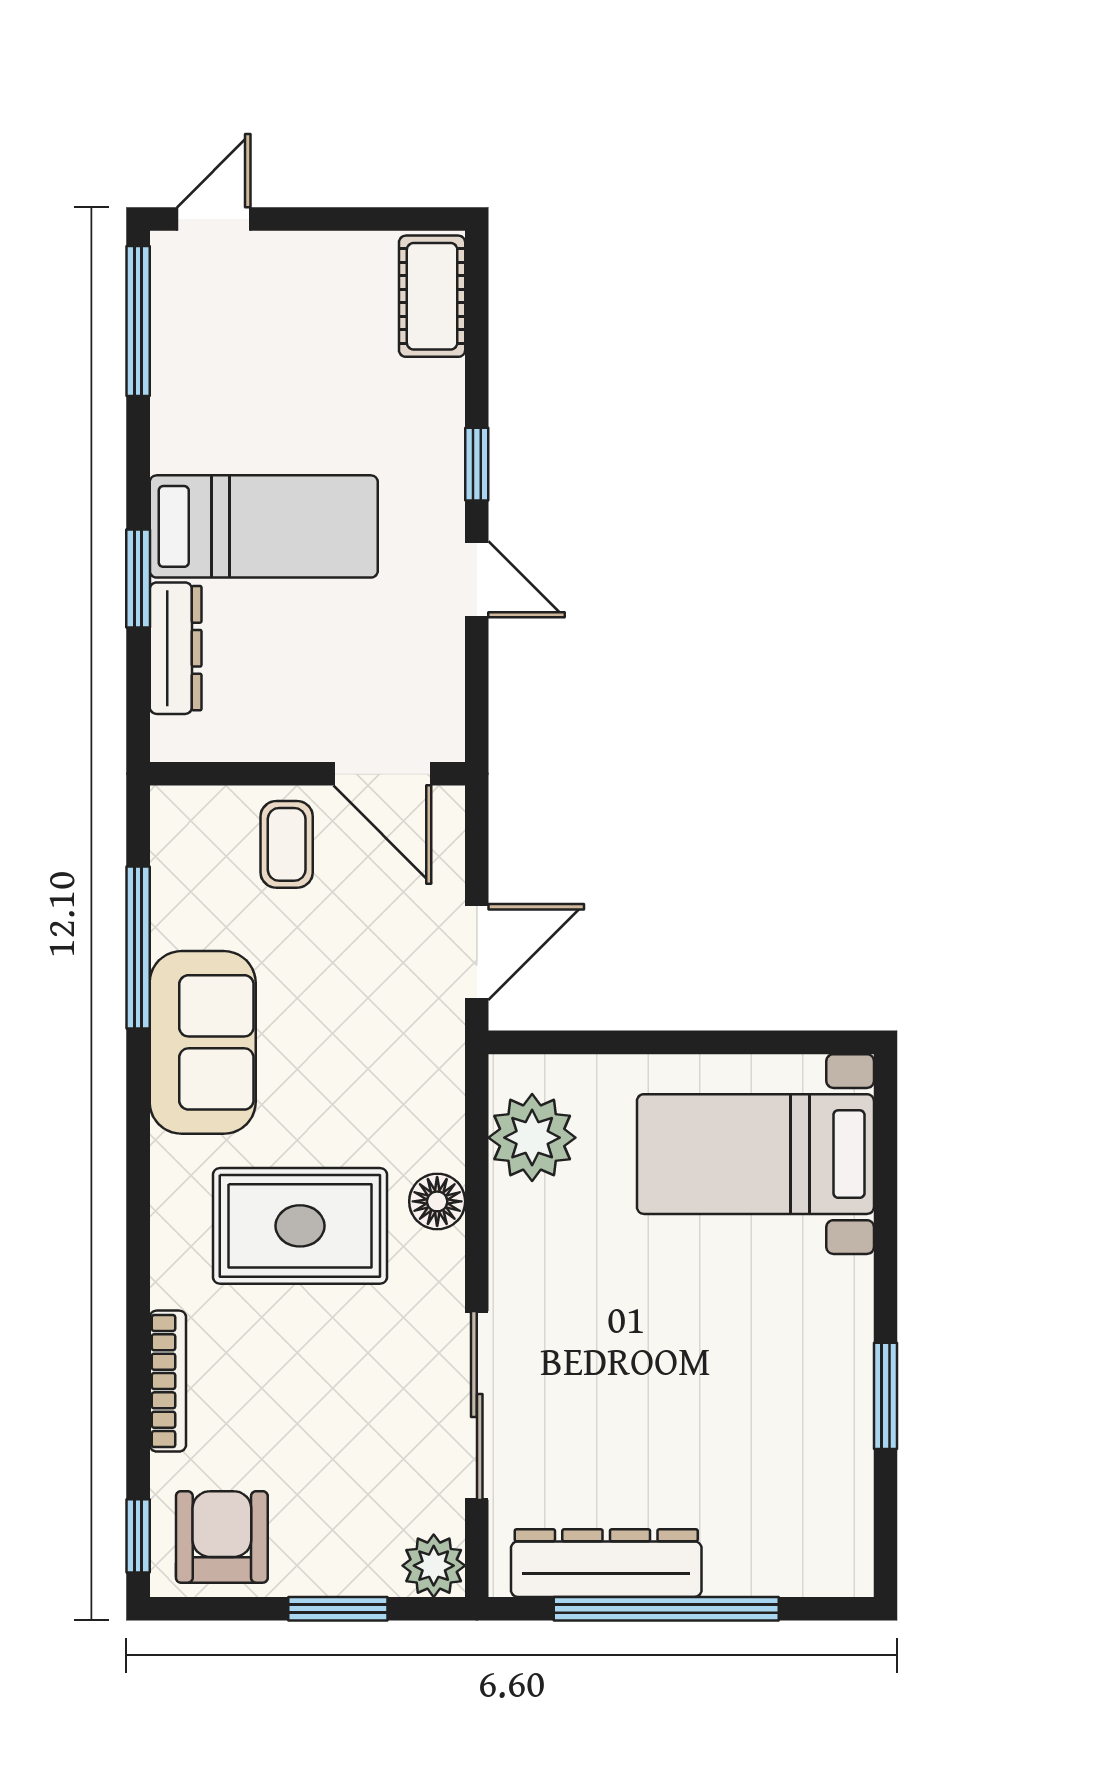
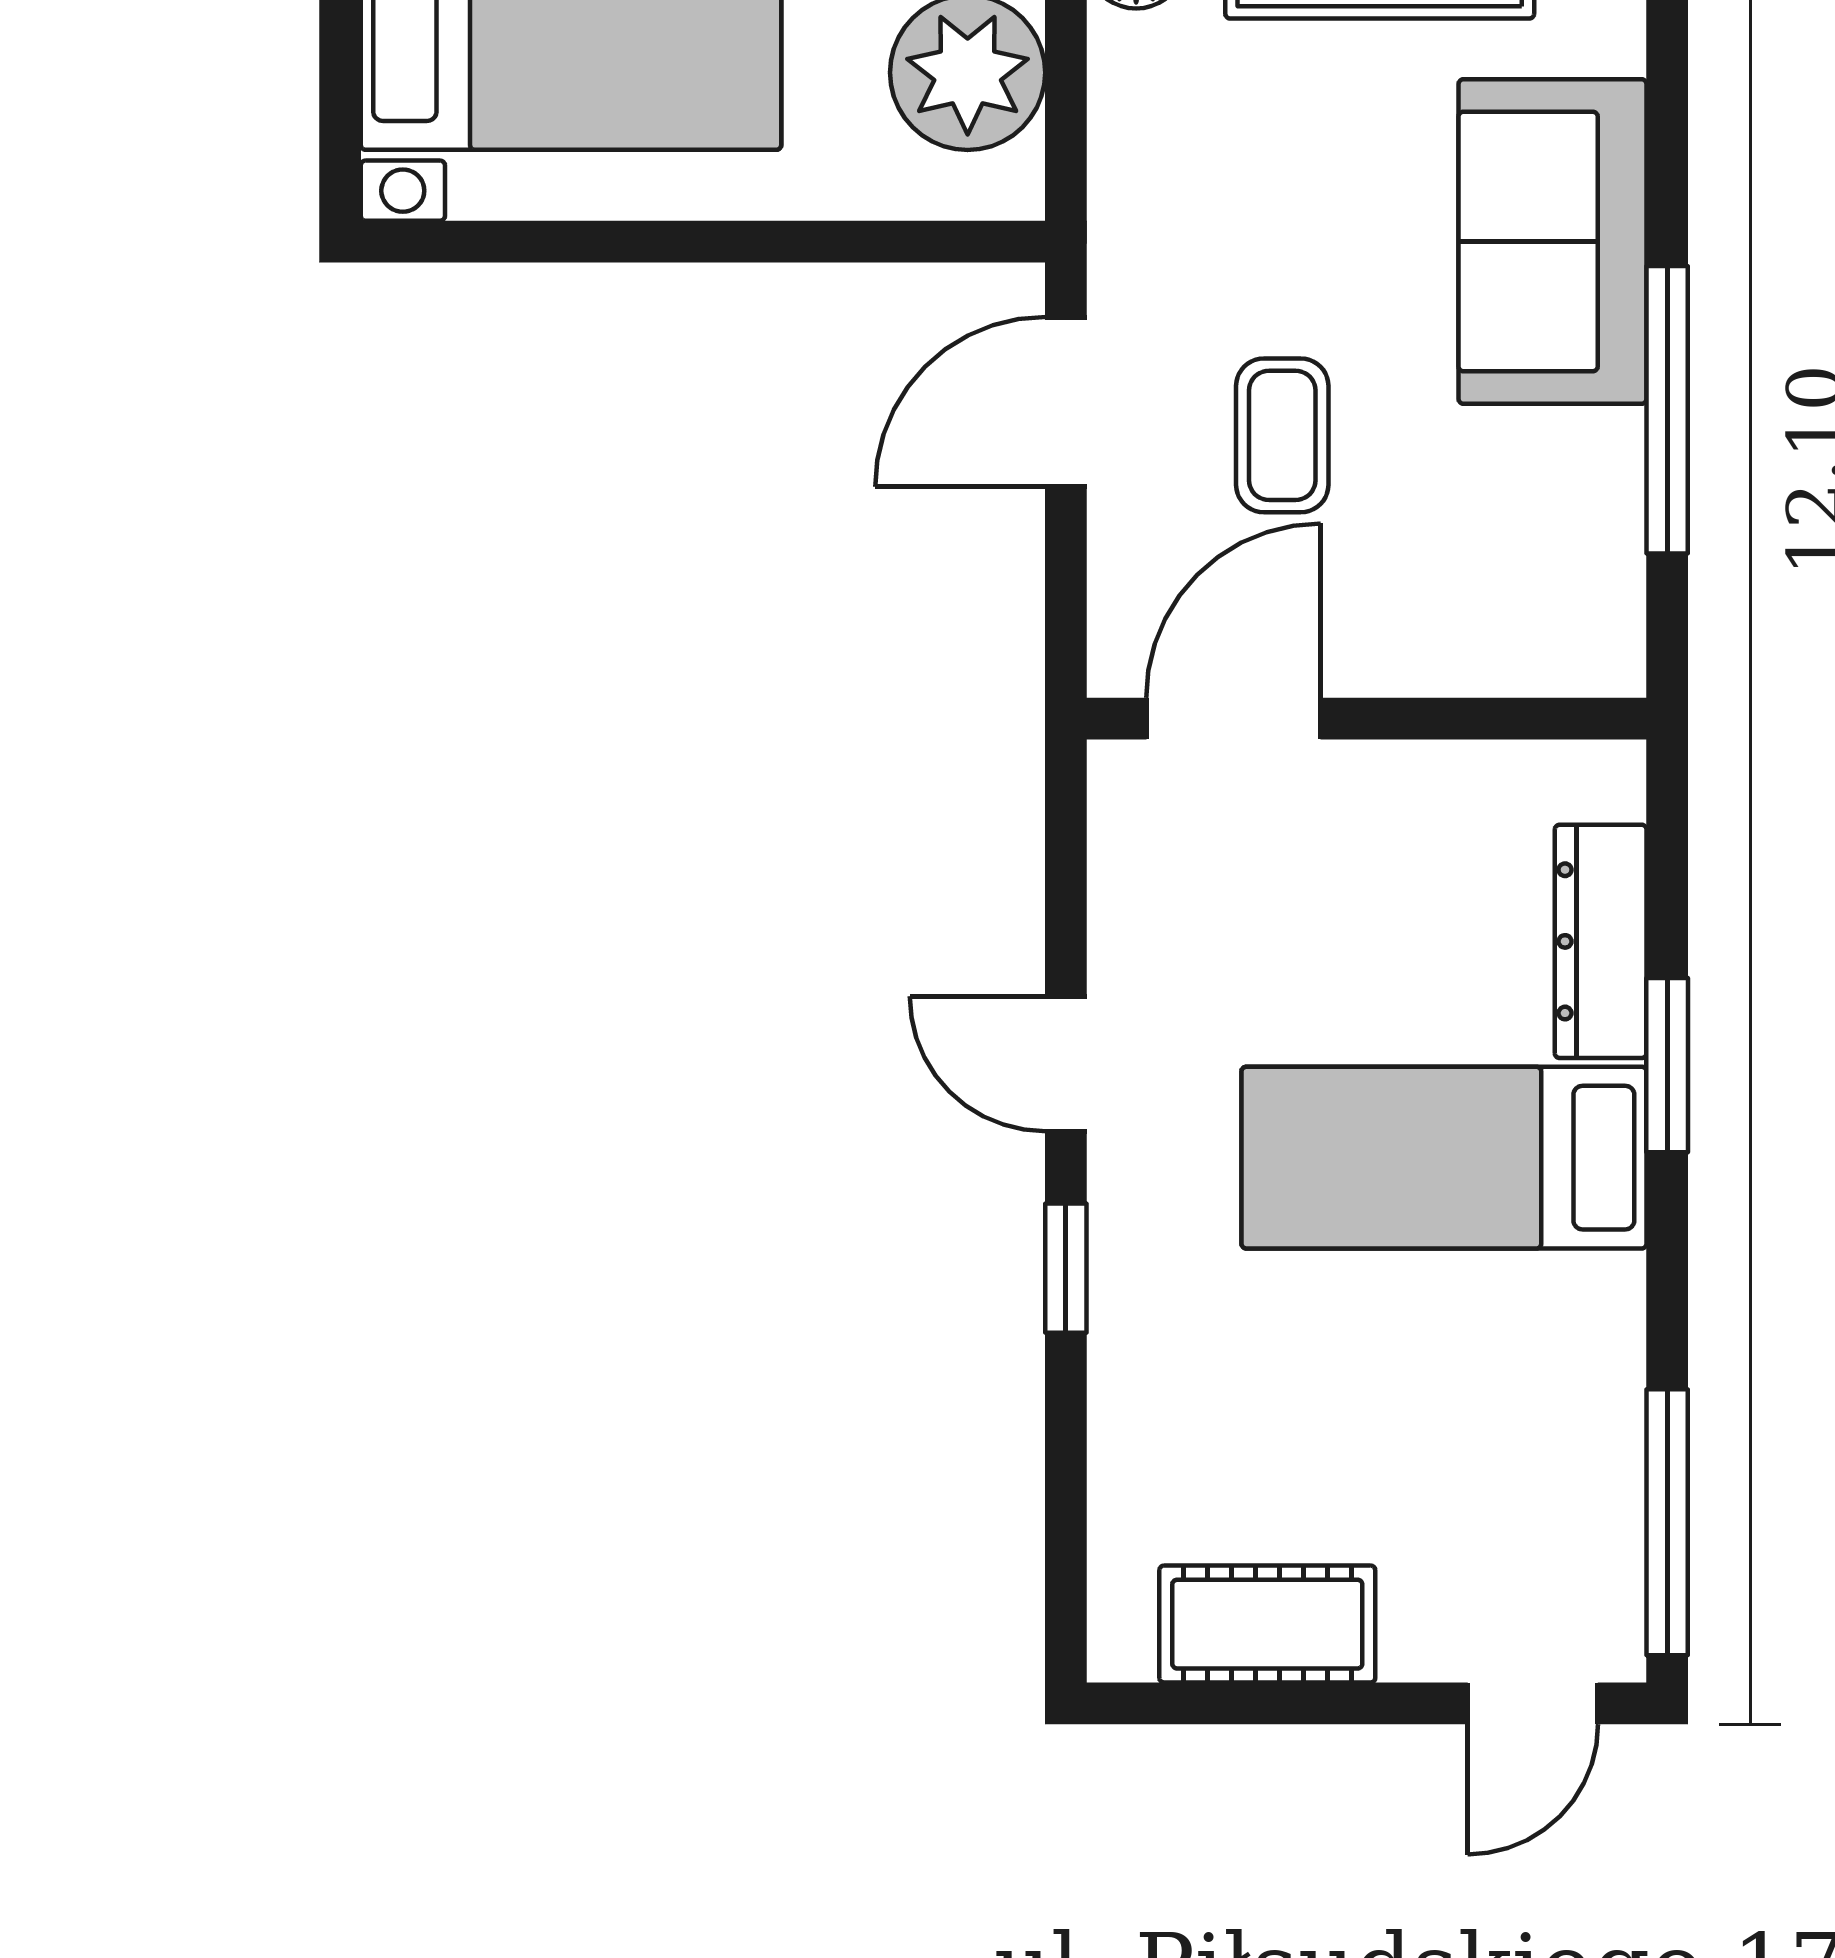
cot: (432, 296) -> (1267, 1624), moved, turned 90
door: (382, 774) -> (1233, 719), hinge flipped
coffee table: (287, 844) -> (1282, 435), moved

